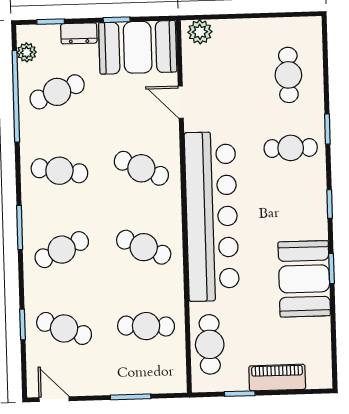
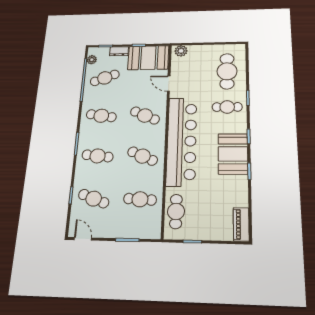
cafe table: (288, 75) -> (227, 71), width x1.37, depth x1.35
cafe table: (62, 250) -> (98, 156), turned 30
booth: (304, 279) -> (233, 154), moved
piano: (277, 378) -> (241, 224), moved, turned -90

